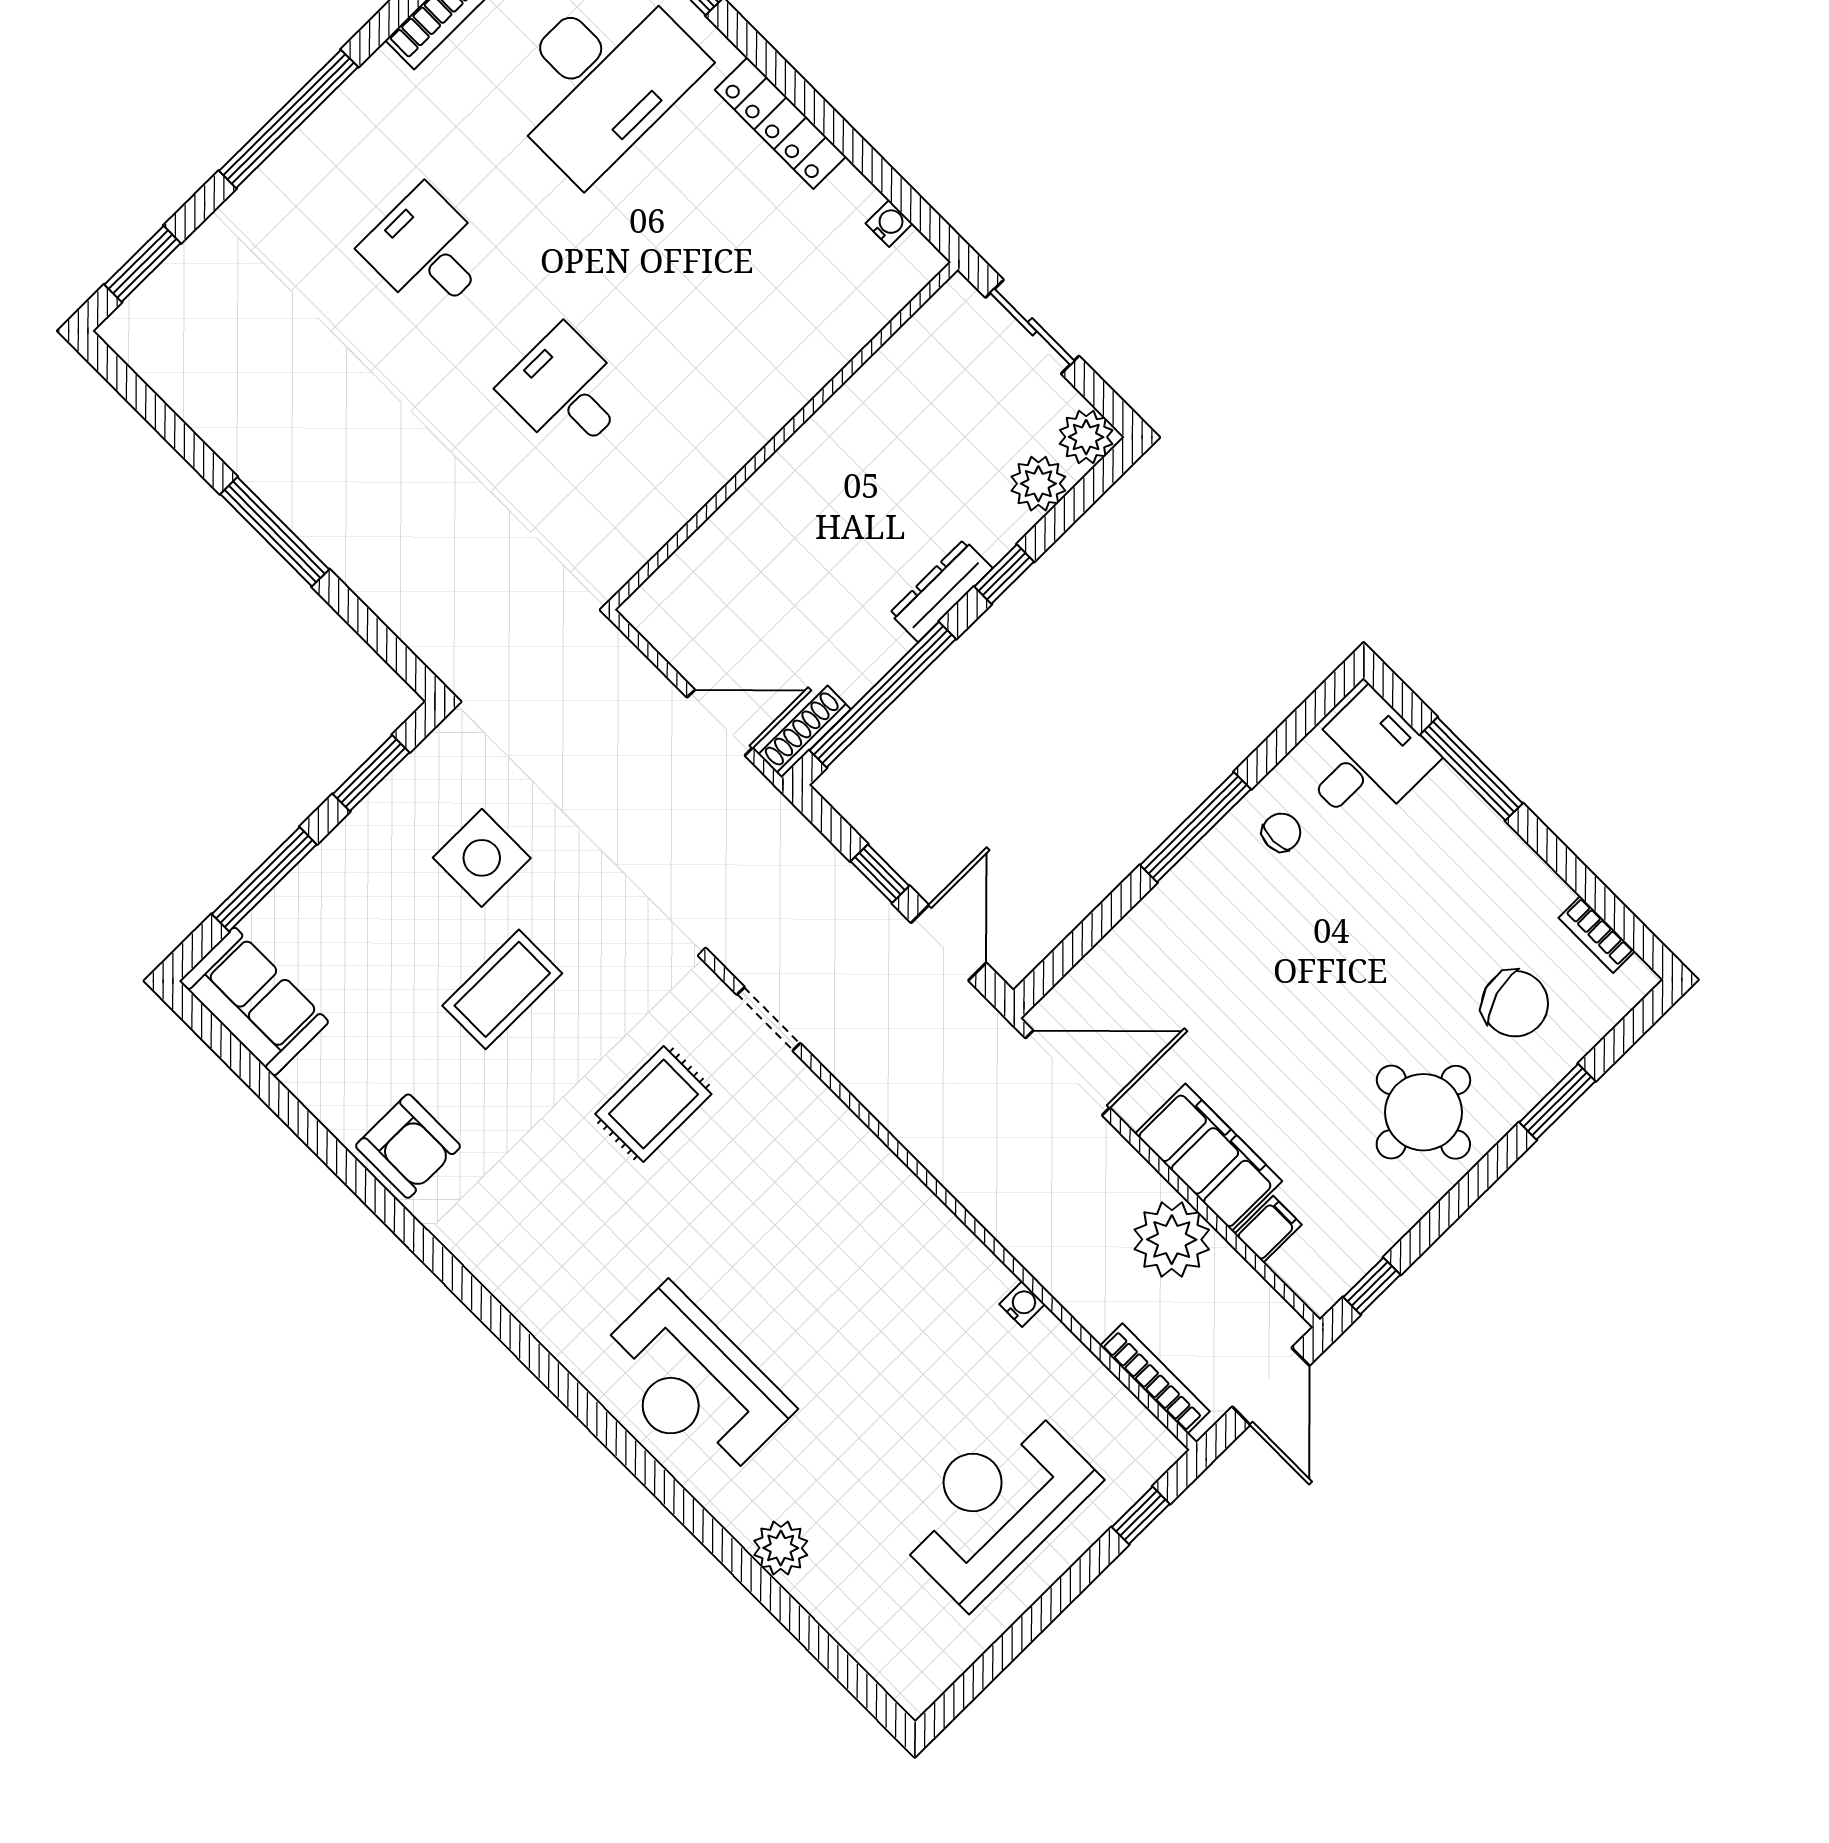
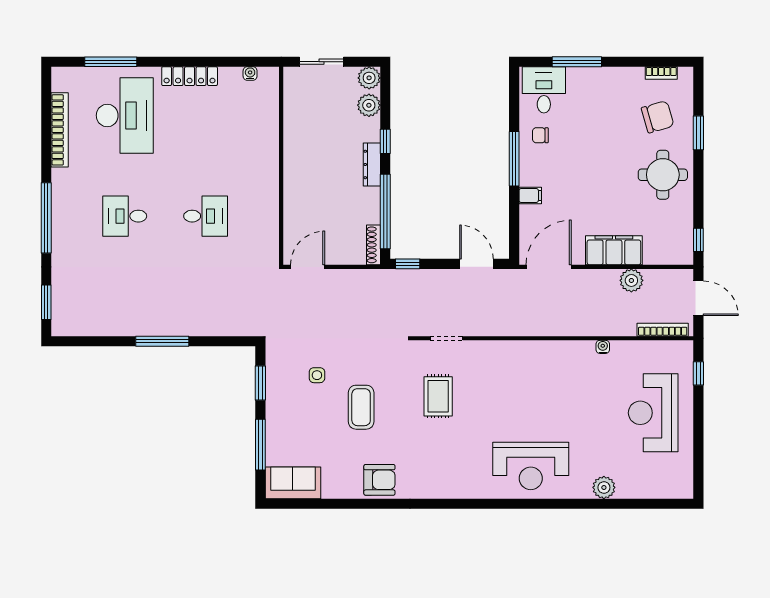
desk: (566, 392) -> (206, 216), turned 180
door: (720, 723) -> (308, 267), moved
chair: (1281, 832) -> (540, 135), turned -90
side table: (482, 858) -> (317, 375), width x0.54, depth x0.54
window: (880, 874) -> (408, 264), moved
filing cabinet: (1268, 1229) -> (530, 195), moved, turned 90
plant: (1172, 1240) -> (631, 280), width x0.73, depth x0.73

